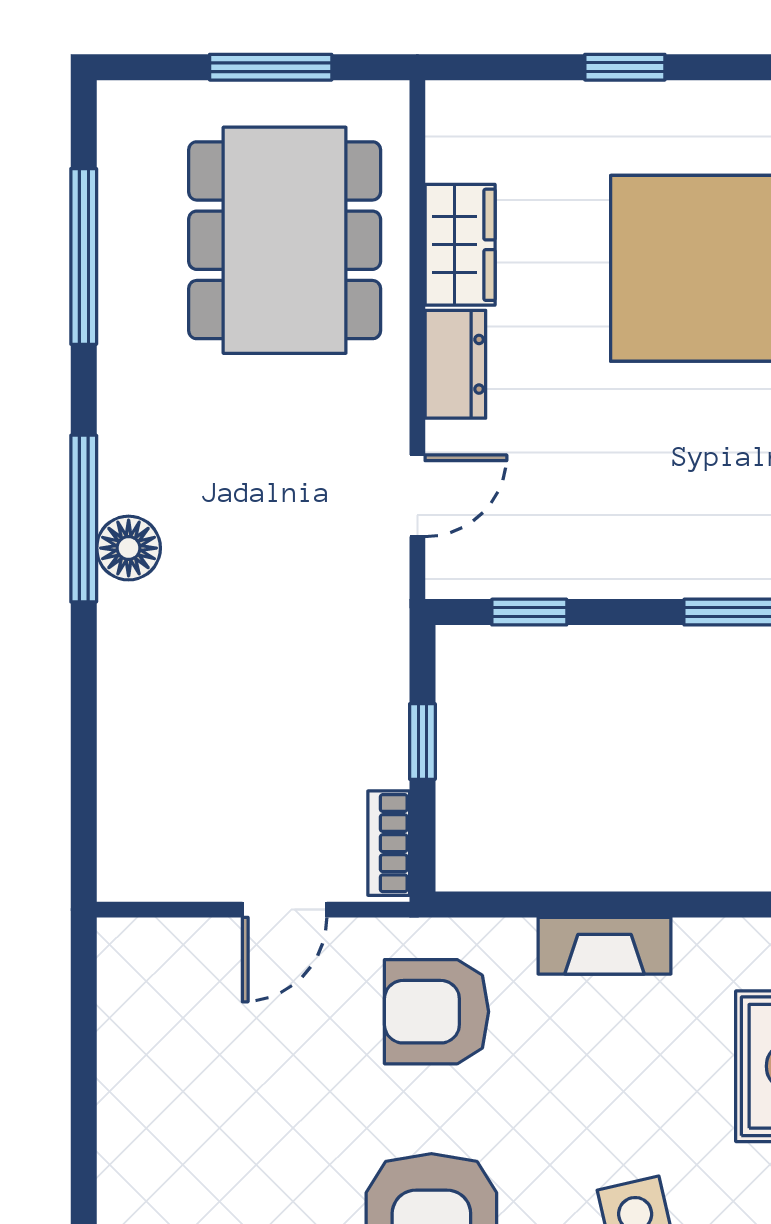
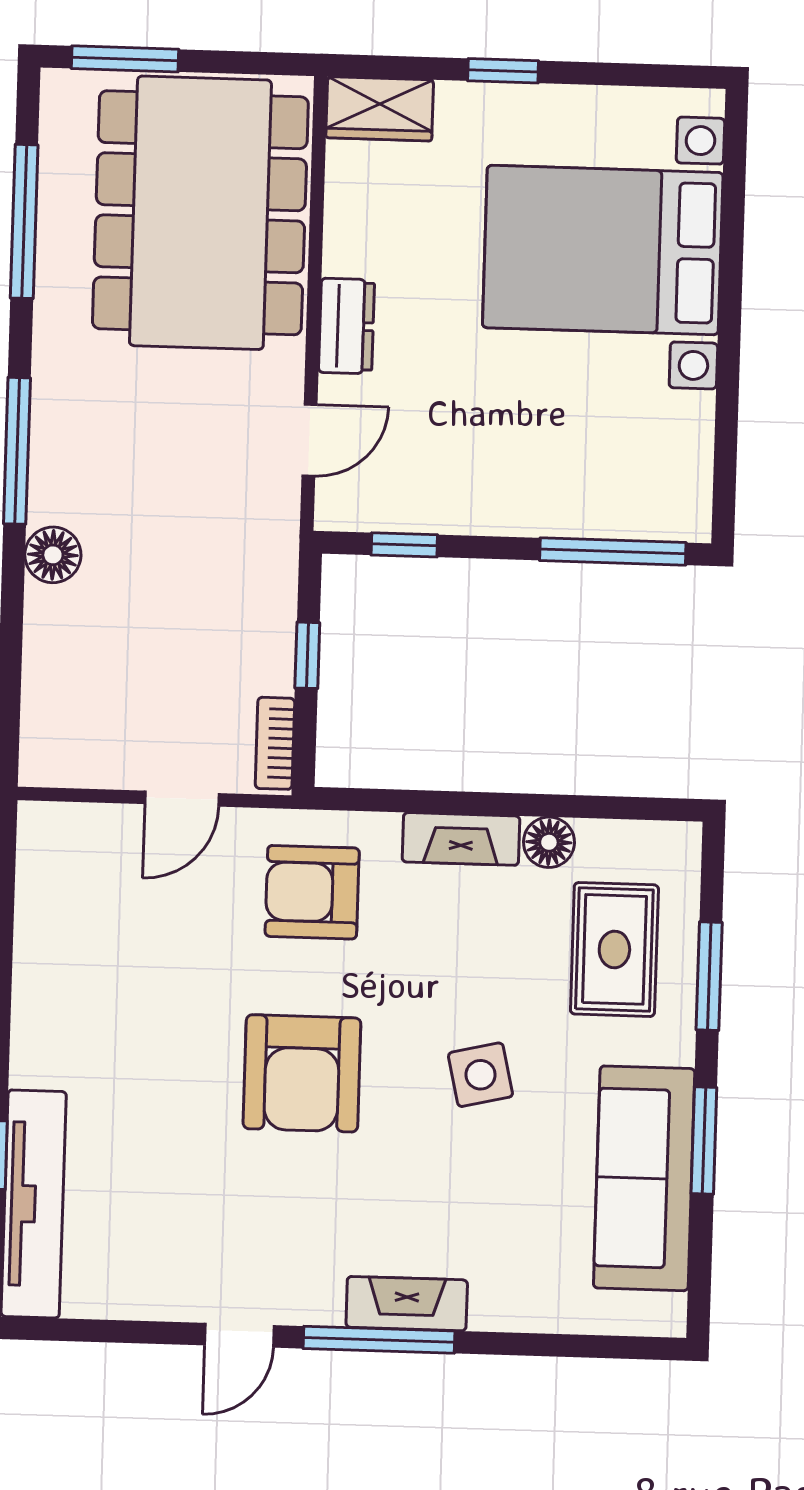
window: (271, 67) -> (125, 59), moved
dining table: (285, 240) -> (200, 213), width x1.36, depth x1.24
wardrobe: (460, 245) -> (380, 109), moved, turned 90
floor lamp: (129, 548) -> (53, 555), moved
floor lamp: (705, 946) -> (549, 842), added

